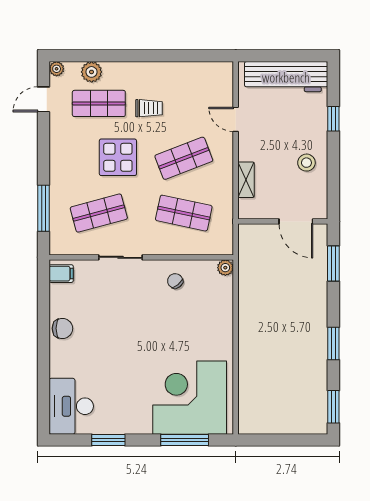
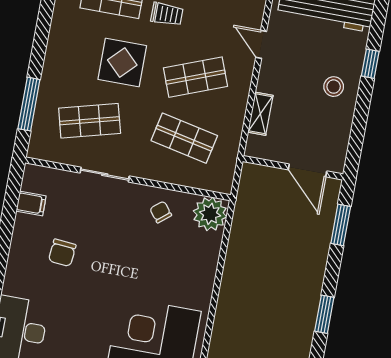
stool: (306, 163) -> (334, 87), moved
plant: (225, 268) -> (210, 214), width x1.88, depth x1.88
filing cabinet: (61, 274) -> (31, 204), moved
chair: (62, 328) -> (62, 253), moved, turned 95

